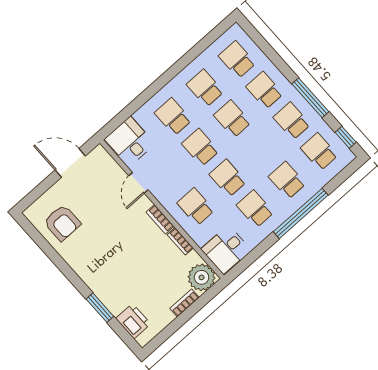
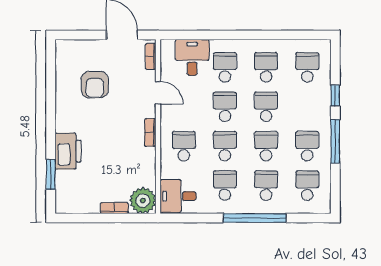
school desk: (264, 90) -> (266, 146), moved
window: (346, 137) -> (335, 96), moved
desk: (130, 142) -> (192, 57), moved
door: (138, 183) -> (158, 93), swing flipped
armchair: (62, 223) -> (95, 85), moved
bookcase: (180, 241) -> (151, 56), moved
window: (100, 308) -> (51, 174), moved
printer: (133, 321) -> (68, 151), moved, width x1.37, depth x1.19

